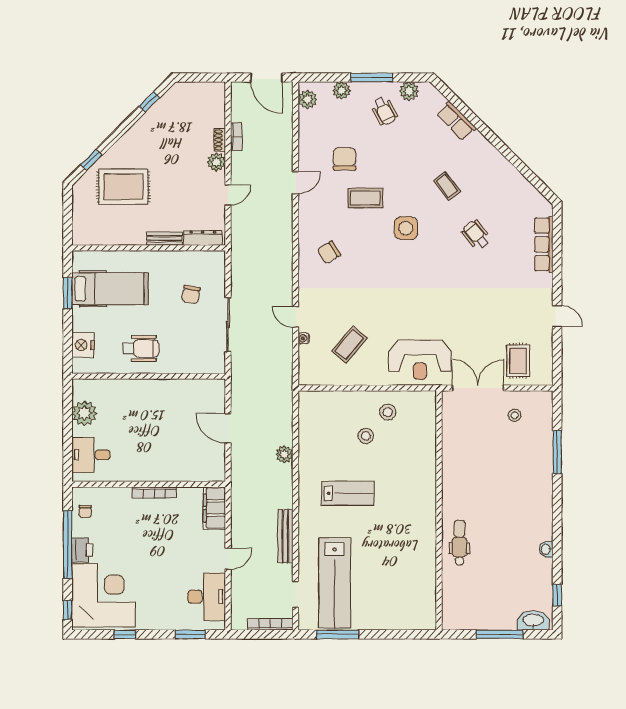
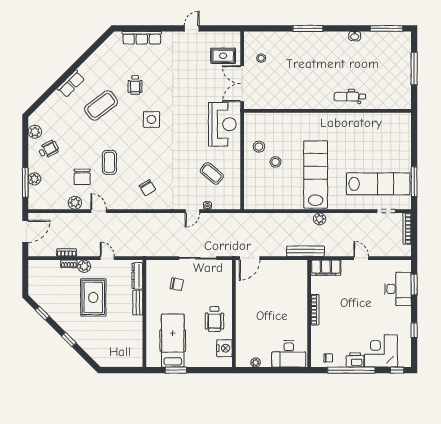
window: (372, 77) -> (25, 183), moved
plant: (307, 99) -> (75, 203), moved
row of seats: (456, 121) -> (71, 84), moved
chair: (345, 159) -> (82, 177), turned -90
window: (91, 160) -> (69, 340), moved
coffee table: (447, 186) -> (101, 105), width x1.86, depth x1.72
rug: (123, 187) -> (93, 297), moved
side table: (406, 228) -> (151, 119), moved
wheelchair: (476, 235) -> (135, 85), turned -50
nightstand: (83, 345) -> (224, 348), moved, turned -90
wheelchair: (141, 348) -> (214, 319), turned 180
plant: (84, 413) -> (256, 363), width x0.53, depth x0.53
door: (228, 428) -> (250, 258), moved
window: (557, 452) -> (308, 28), moved
desk: (91, 455) -> (289, 354), width x1.37
plant: (284, 455) -> (320, 219), moved
lab bench: (348, 493) -> (316, 175), width x1.86, depth x1.39
bench: (285, 536) -> (305, 251), moved
corner desk: (104, 595) -> (381, 351), width x0.74, depth x0.74
window: (557, 595) -> (387, 28), width x2.17
desk: (207, 597) -> (398, 289), moved, turned 90
washbasin: (533, 621) -> (404, 45), removed

